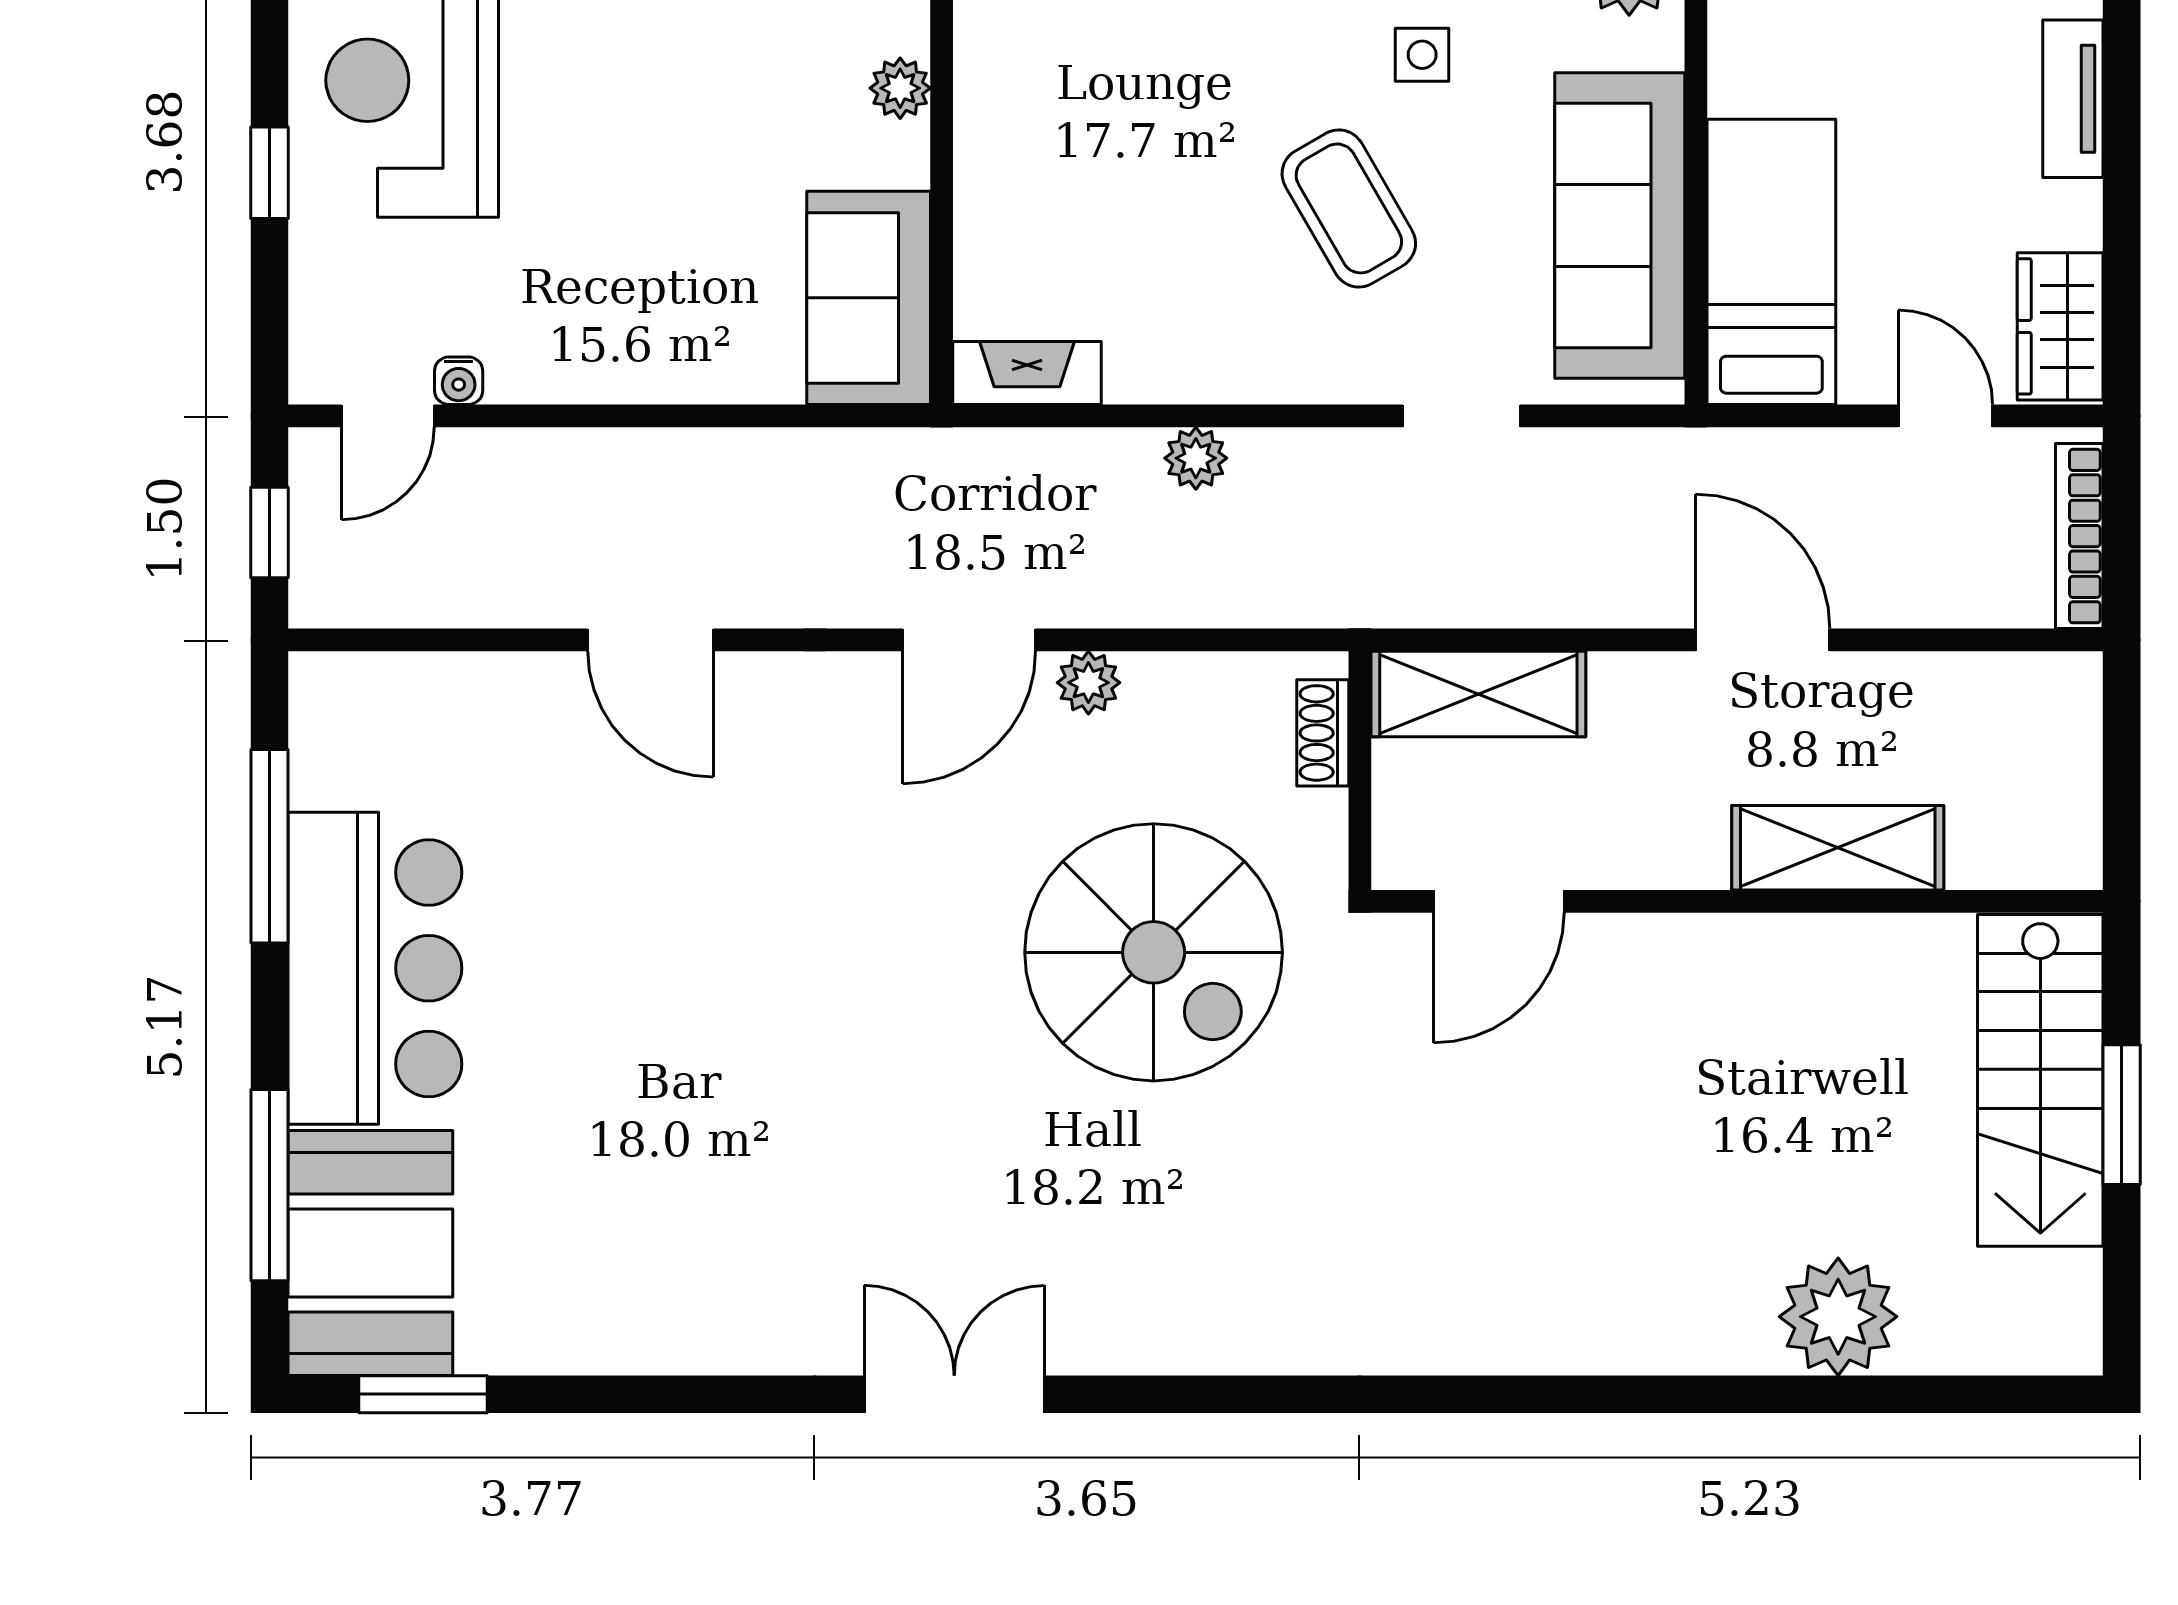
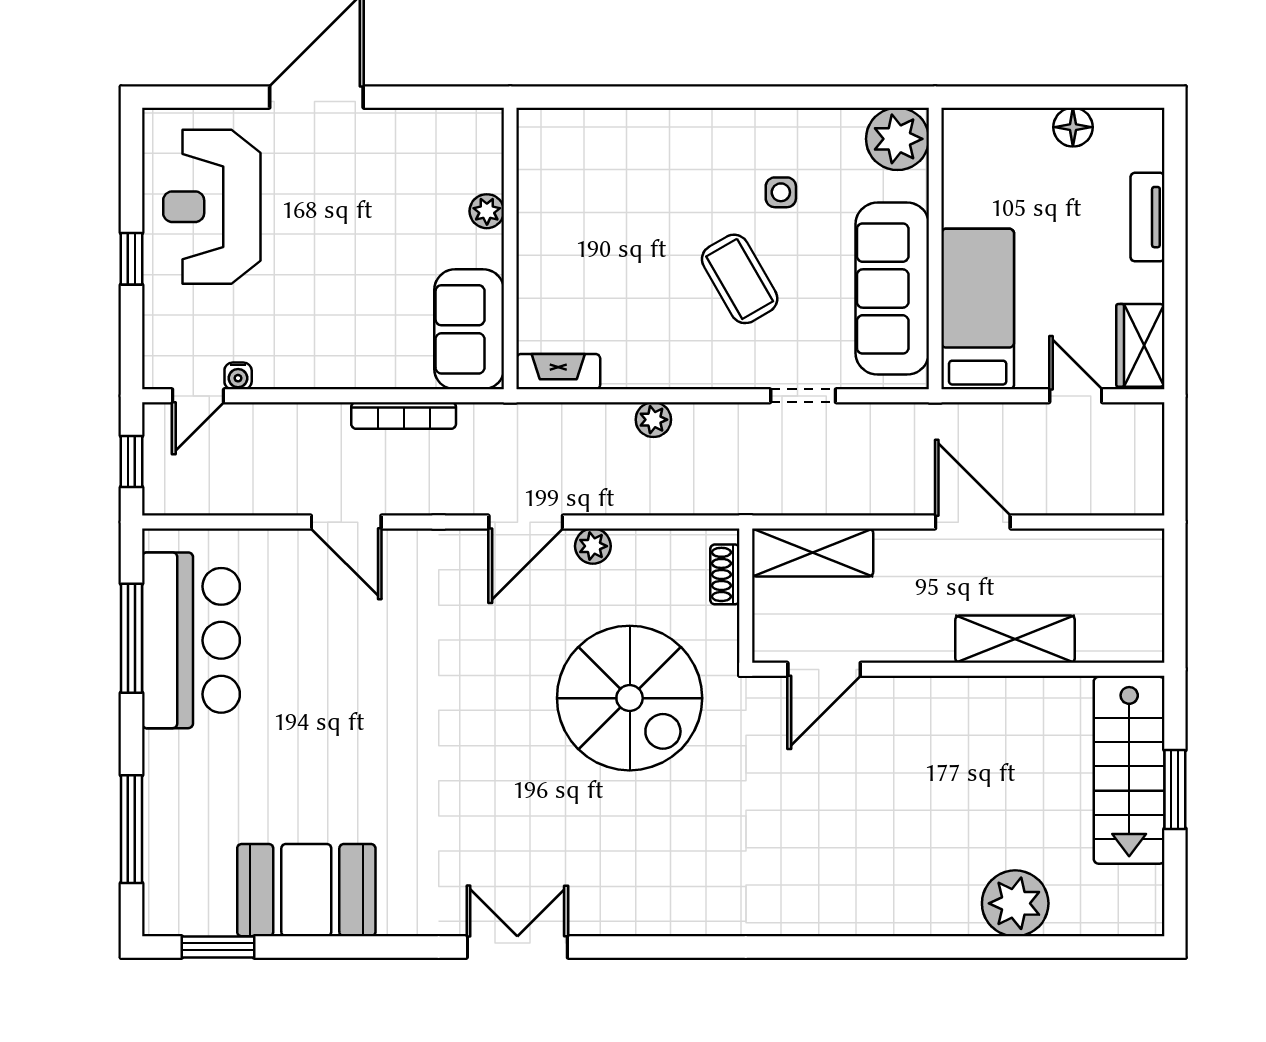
bookcase: (2079, 536) -> (404, 415), moved, turned -90
bar counter: (375, 968) -> (191, 640), moved
booth: (370, 1253) -> (306, 890), moved, turned 90

